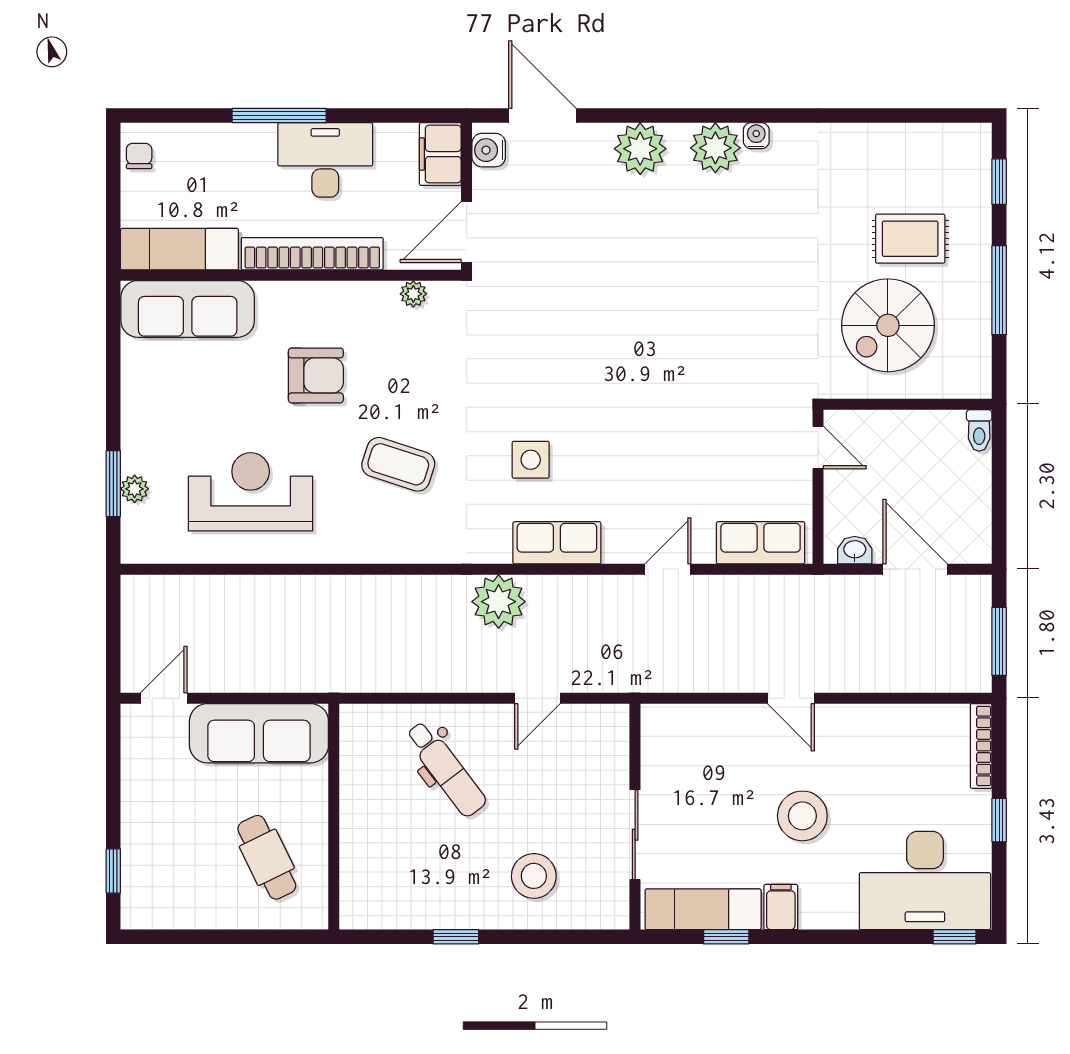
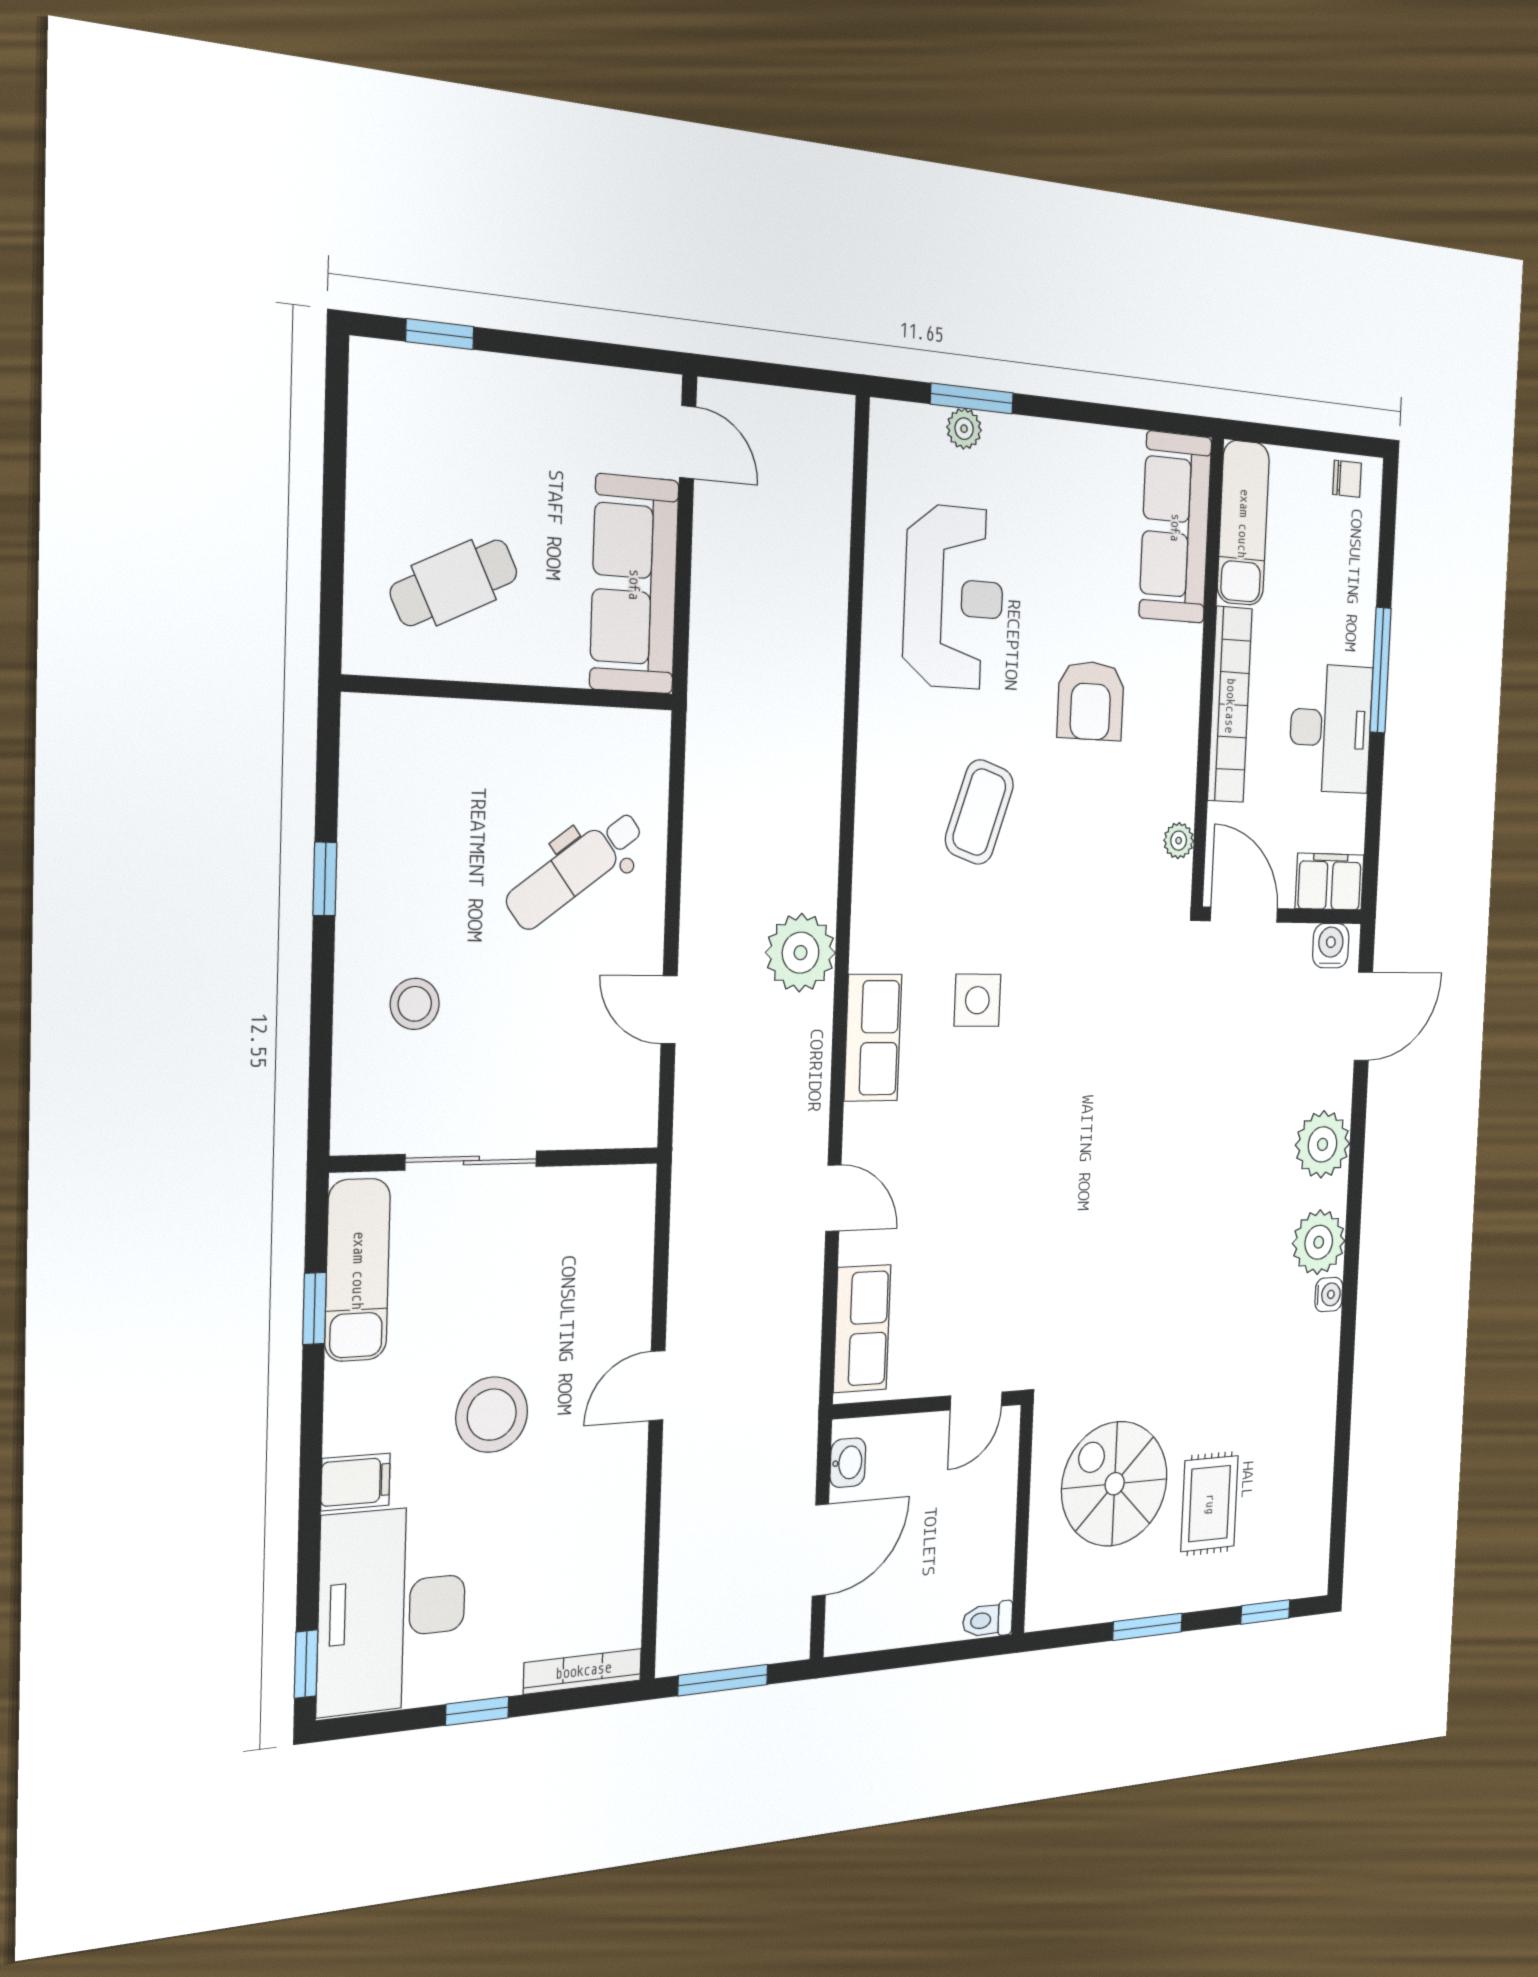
window: (999, 290) -> (1148, 1627), width x0.69
stool: (534, 876) -> (415, 1004), width x0.73, depth x0.73
filing cabinet: (781, 907) -> (356, 1482), moved

